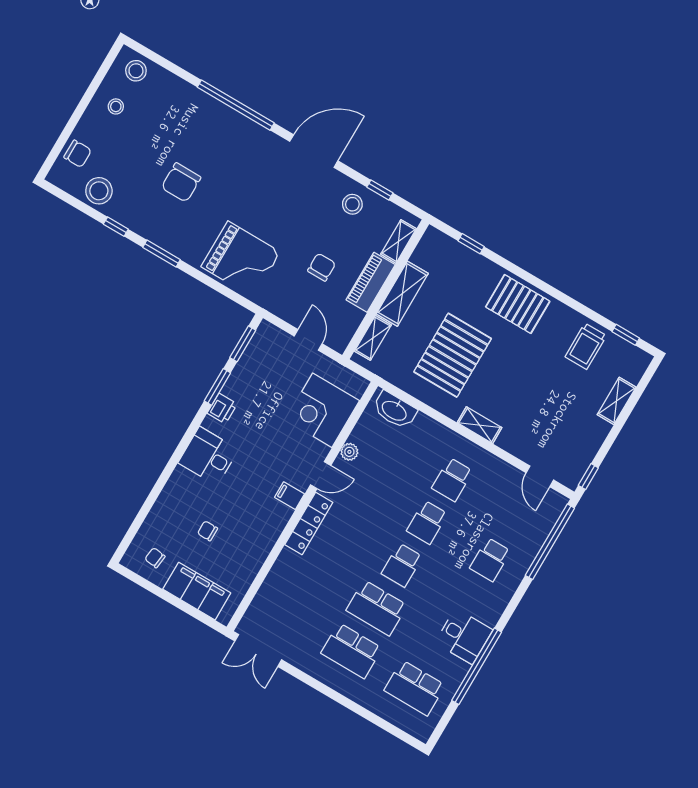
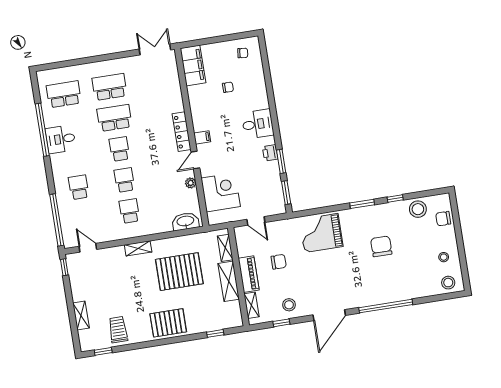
chair: (322, 267) -> (279, 262), turned -90
pallet: (453, 355) -> (179, 272), turned 90
filing cabinet: (197, 591) -> (193, 66), moved, turned -90

